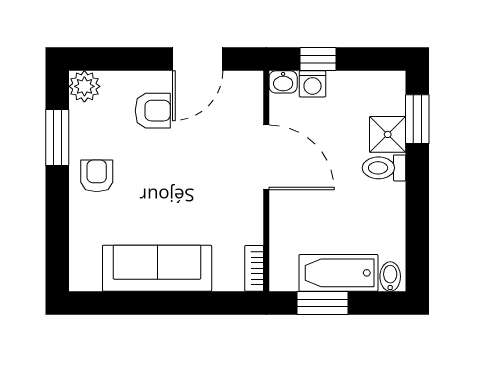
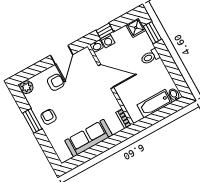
shower: (388, 134) -> (136, 28), moved
window: (57, 138) -> (32, 121), moved
window: (323, 303) -> (155, 118), removed

